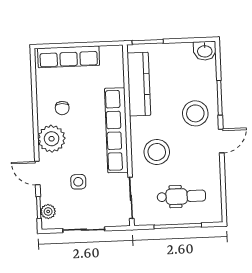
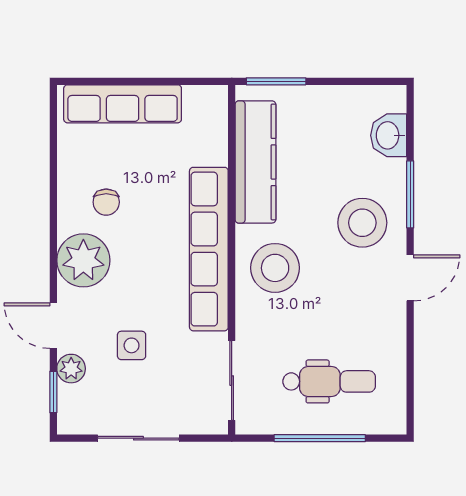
washbasin: (205, 51) -> (389, 135), moved, turned 90
stool: (157, 152) -> (275, 268), moved
plant: (48, 211) -> (71, 369), moved

